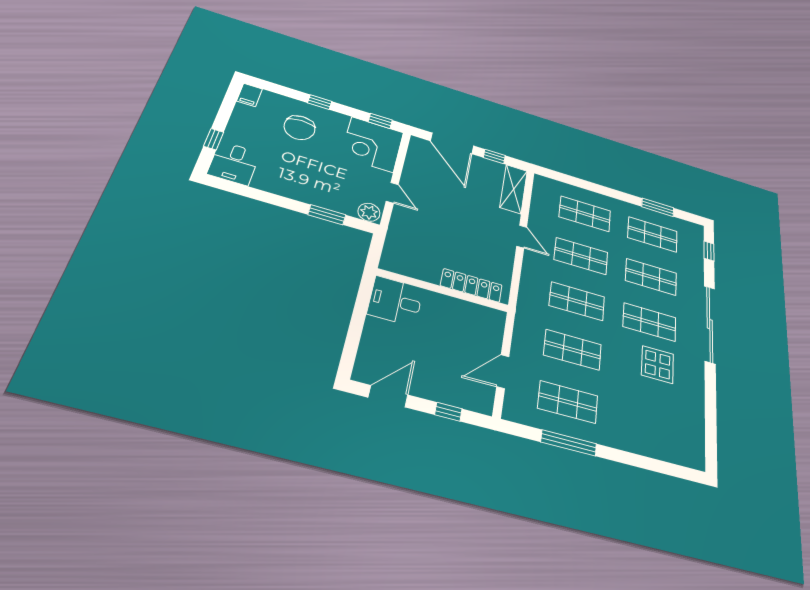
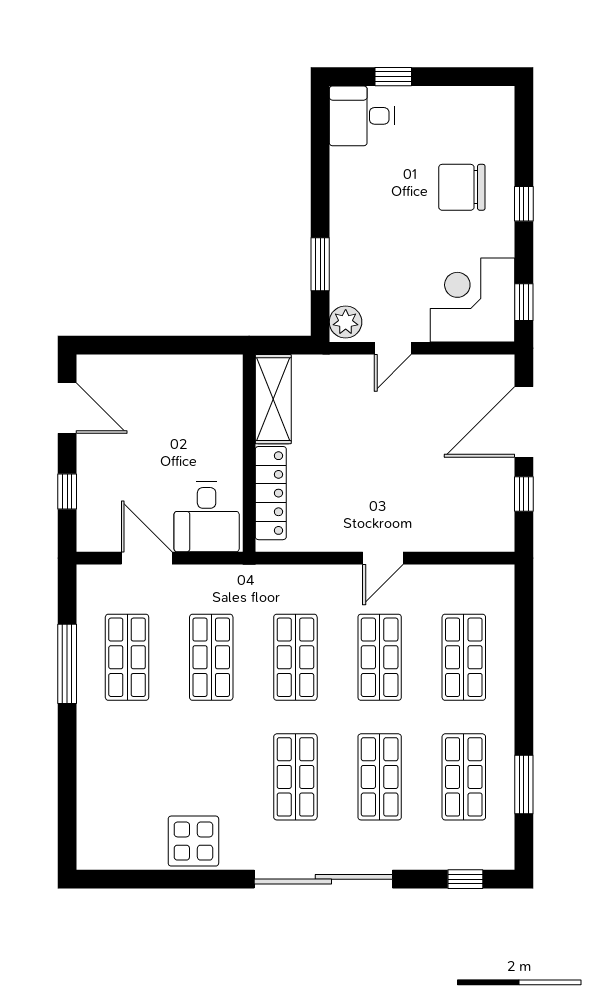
filing cabinet: (249, 95) -> (495, 100), removed
shelving: (514, 189) -> (273, 399), moved, turned 90
desk: (395, 301) -> (207, 517), moved, turned 180
display table: (658, 365) -> (193, 841), moved

